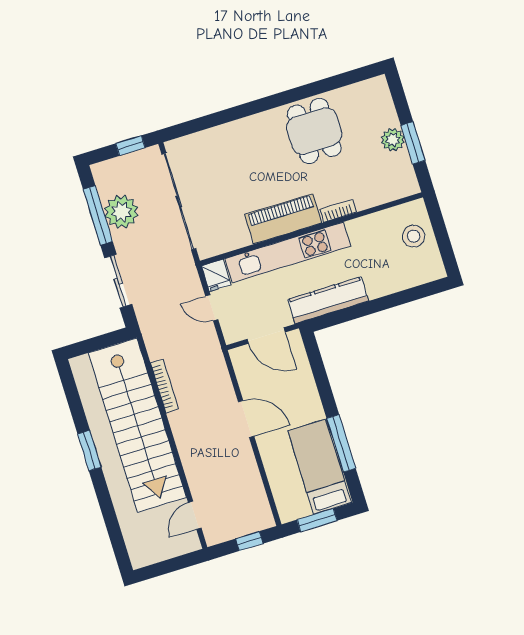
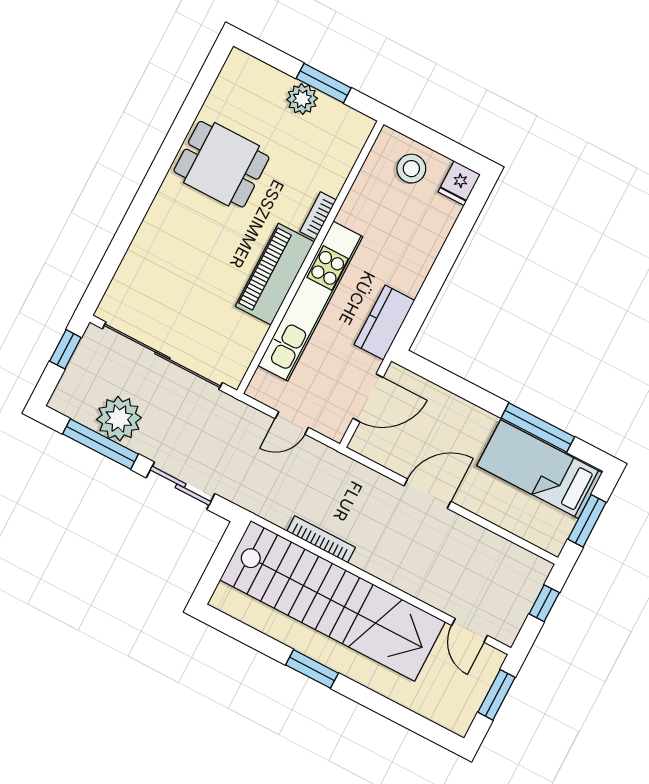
fridge: (216, 275) -> (459, 183), moved, turned 90
kitchen counter: (328, 300) -> (384, 322), width x0.67
window: (174, 564) -> (497, 695), added

